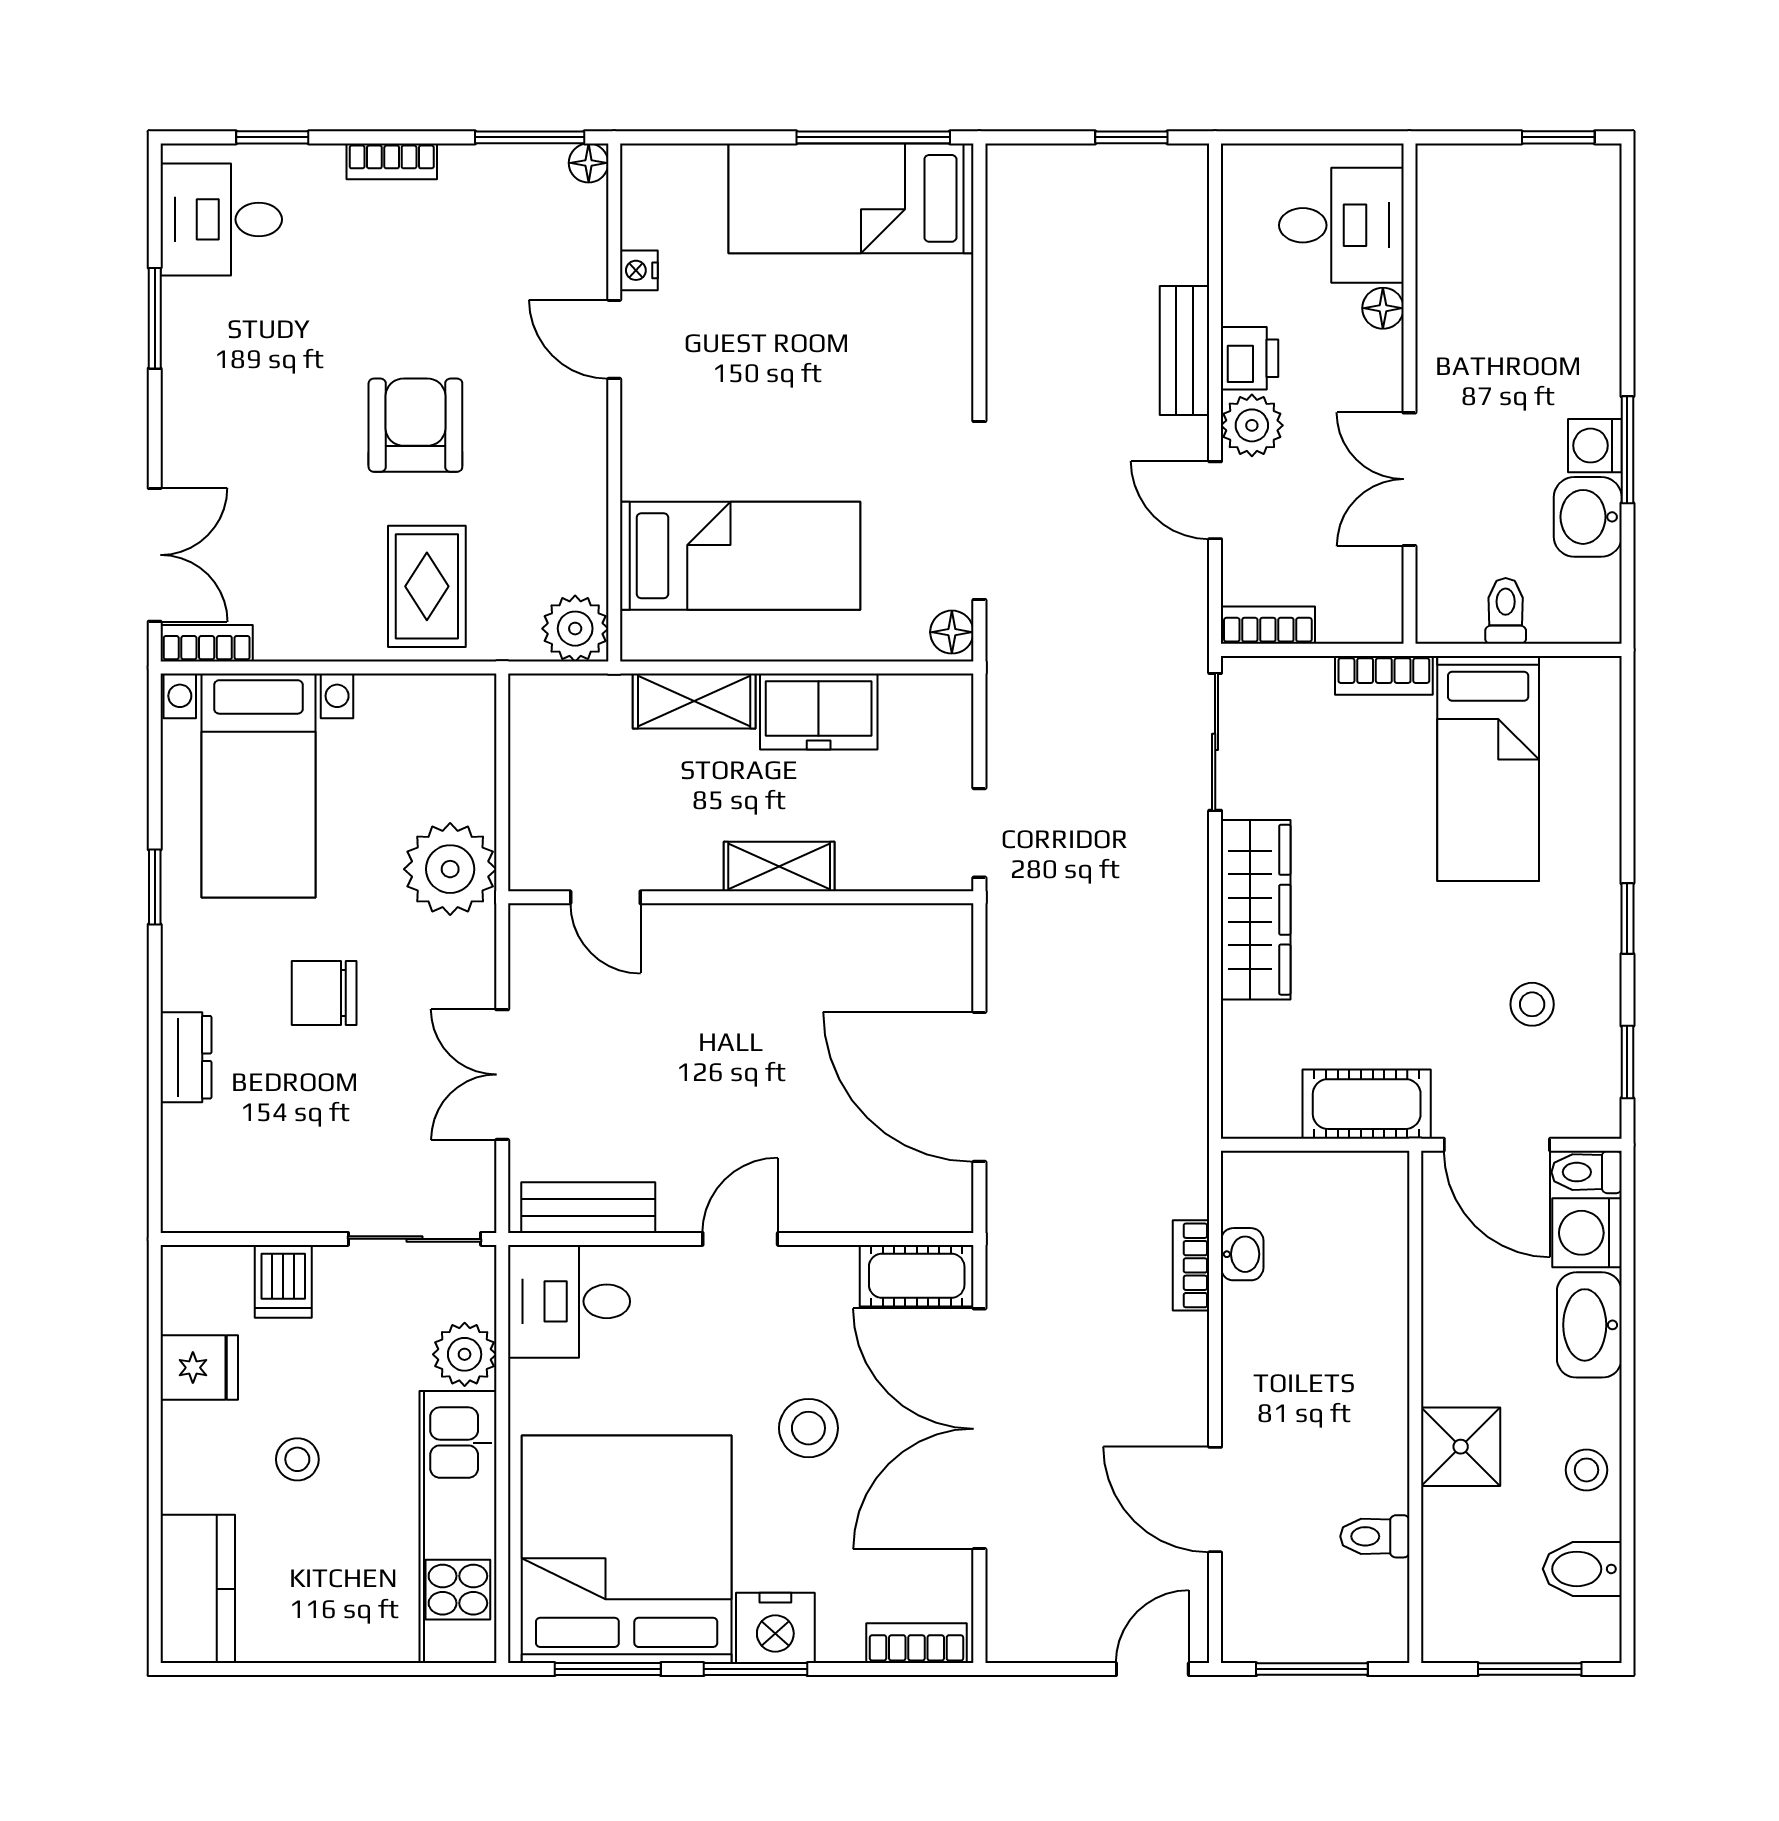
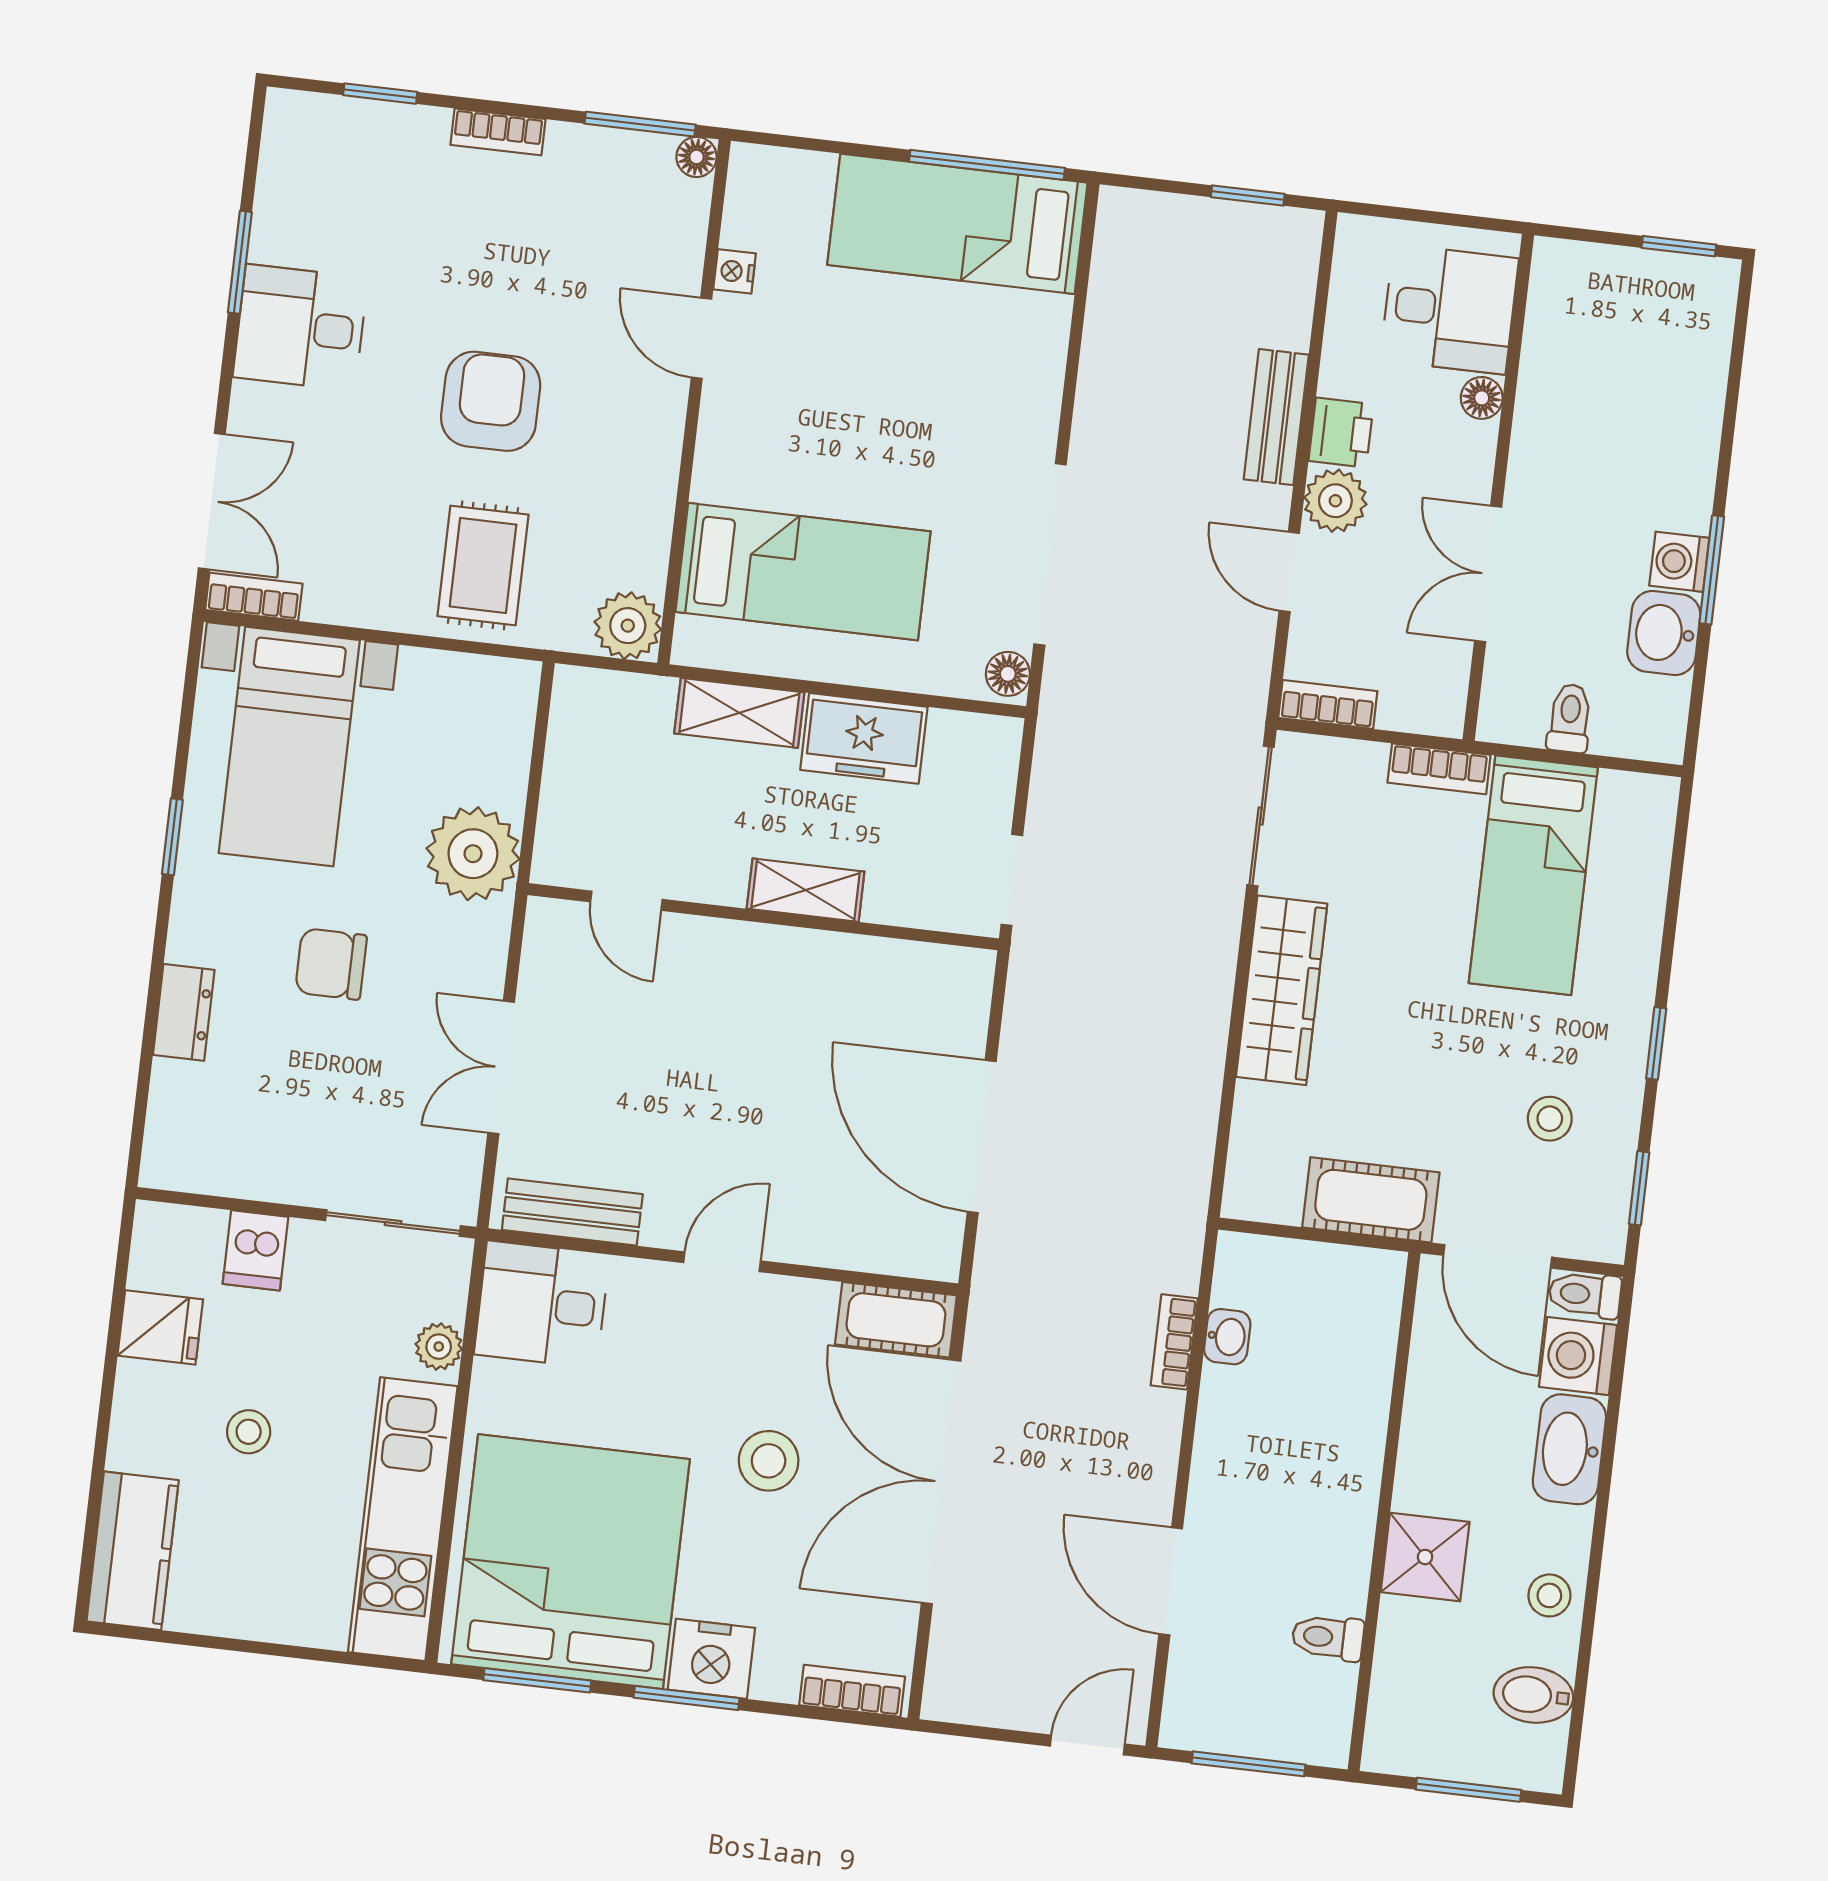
desk: (221, 219) -> (300, 328), moved
plant: (465, 1354) -> (439, 1347), width x0.73, depth x0.73

